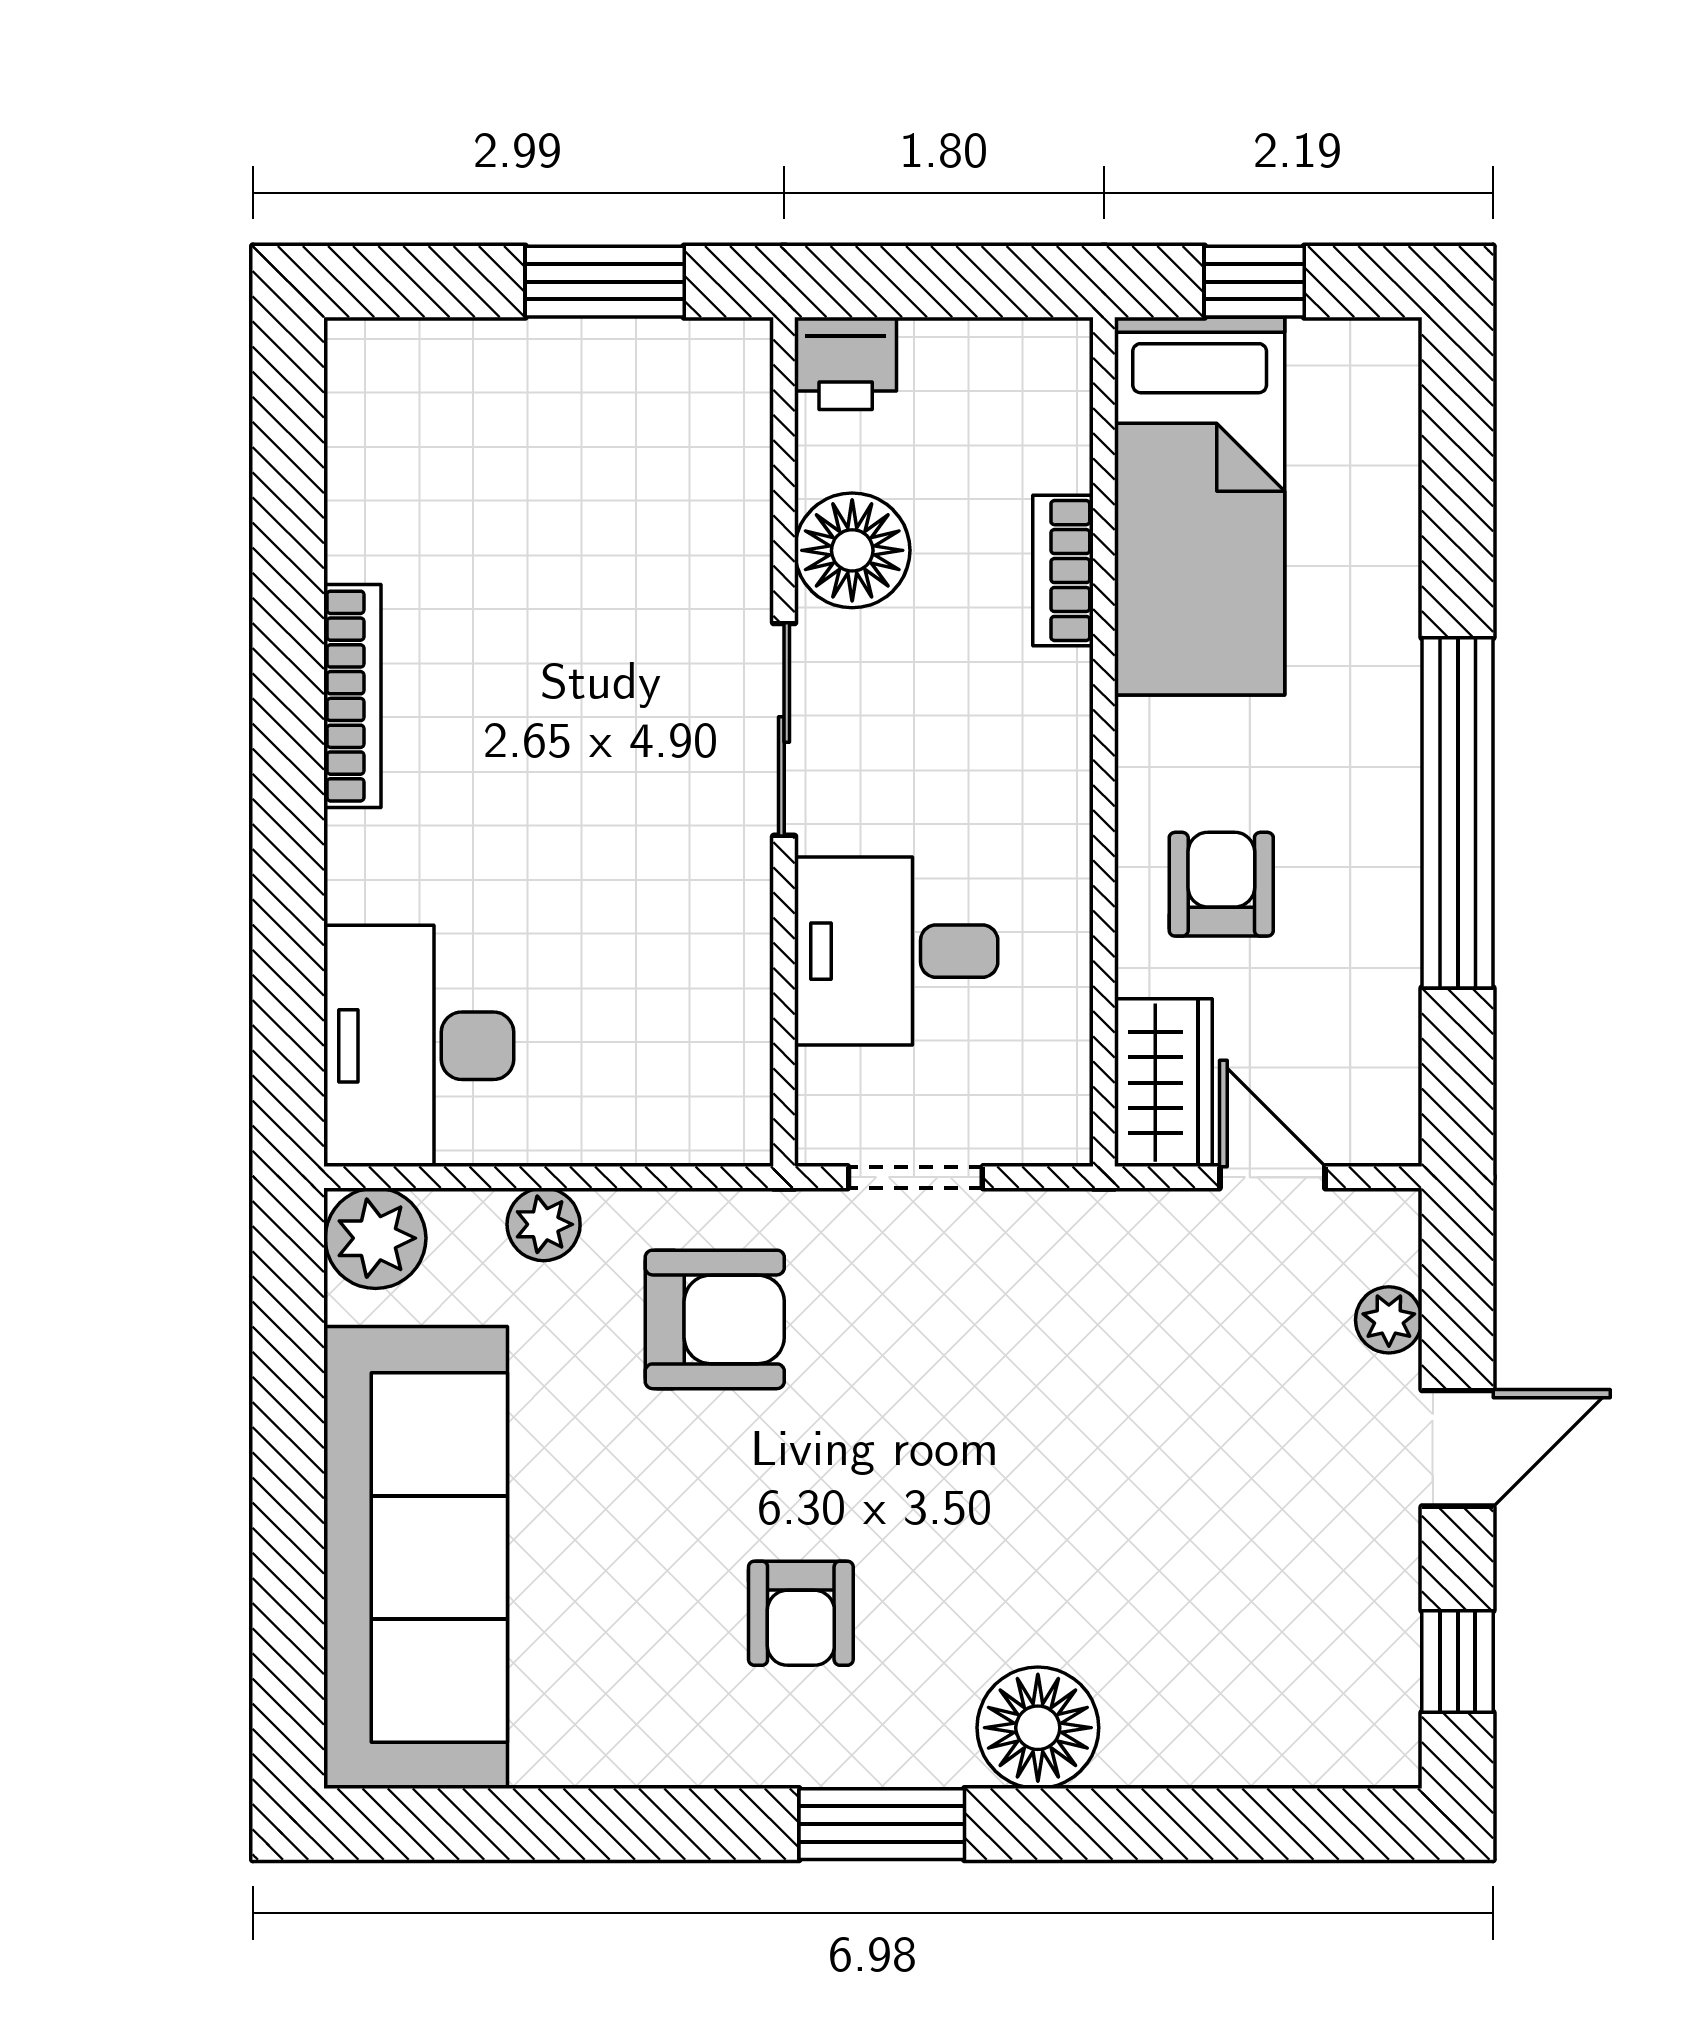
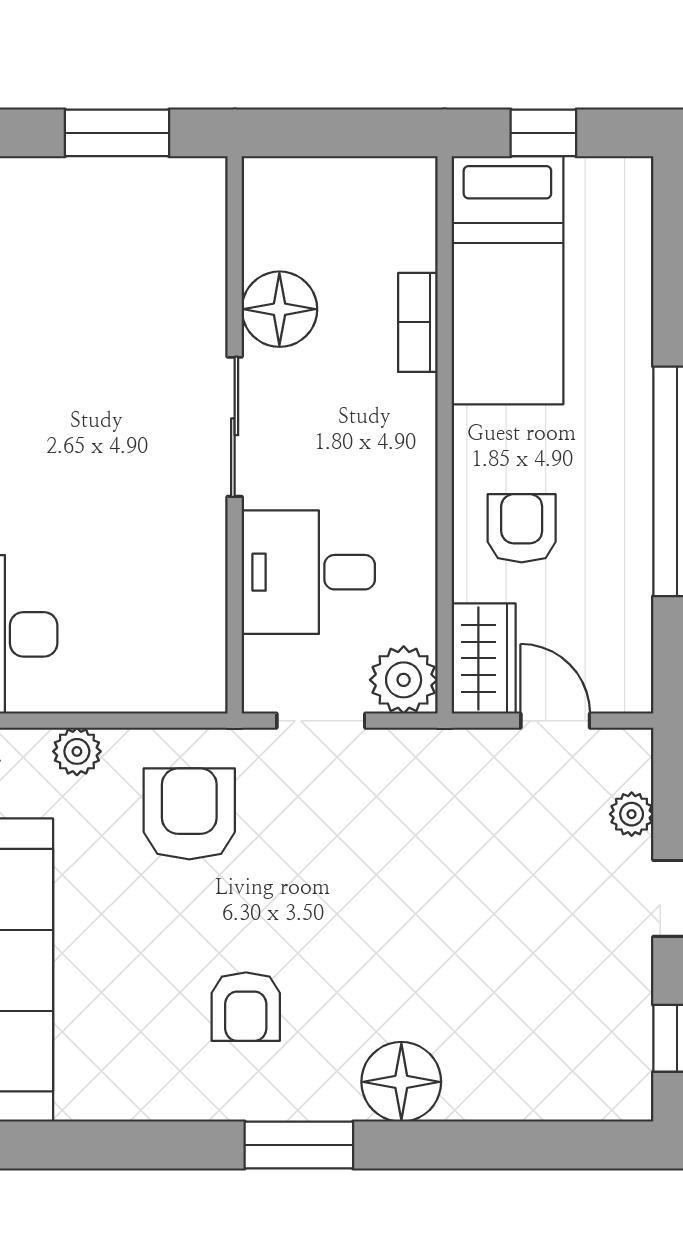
printer: (846, 363) -> (275, 187), removed
plant: (1041, 1115) -> (404, 680), added
armchair: (715, 1319) -> (189, 814), turned -90

